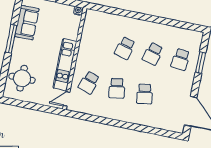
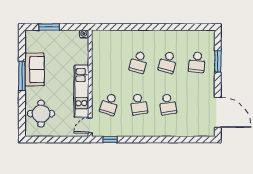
sofa: (27, 23) -> (34, 69), moved
window: (83, 116) -> (110, 140), added

